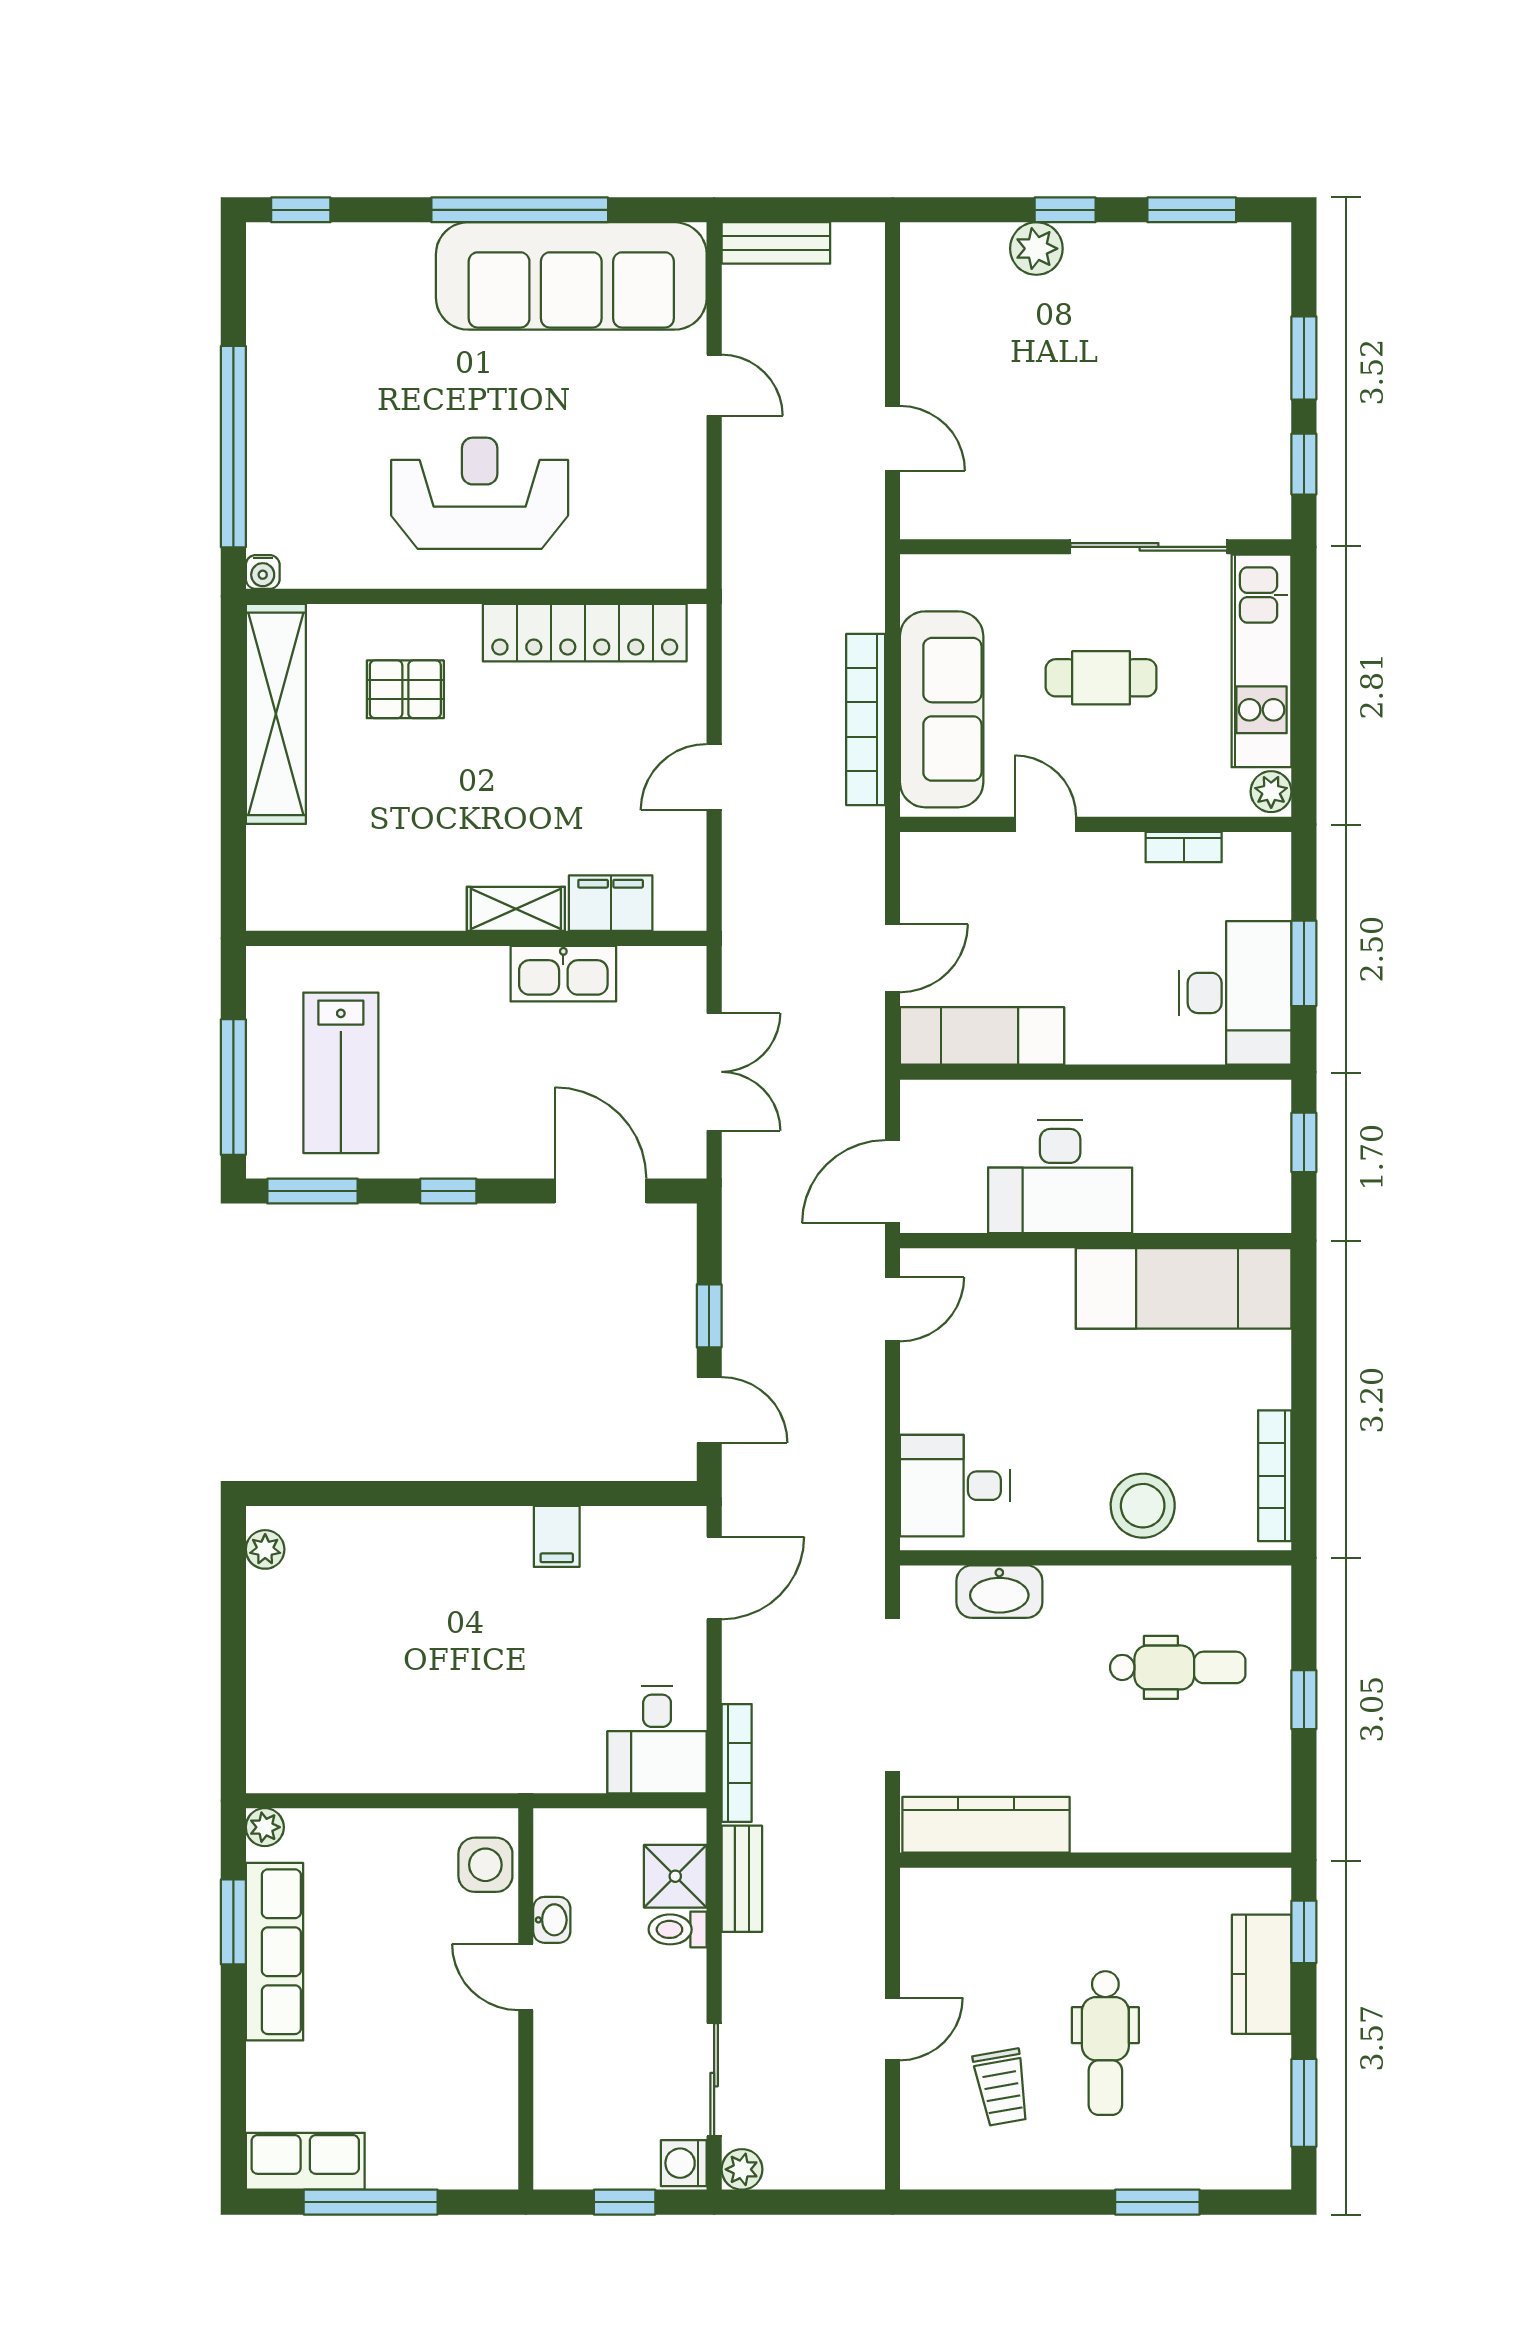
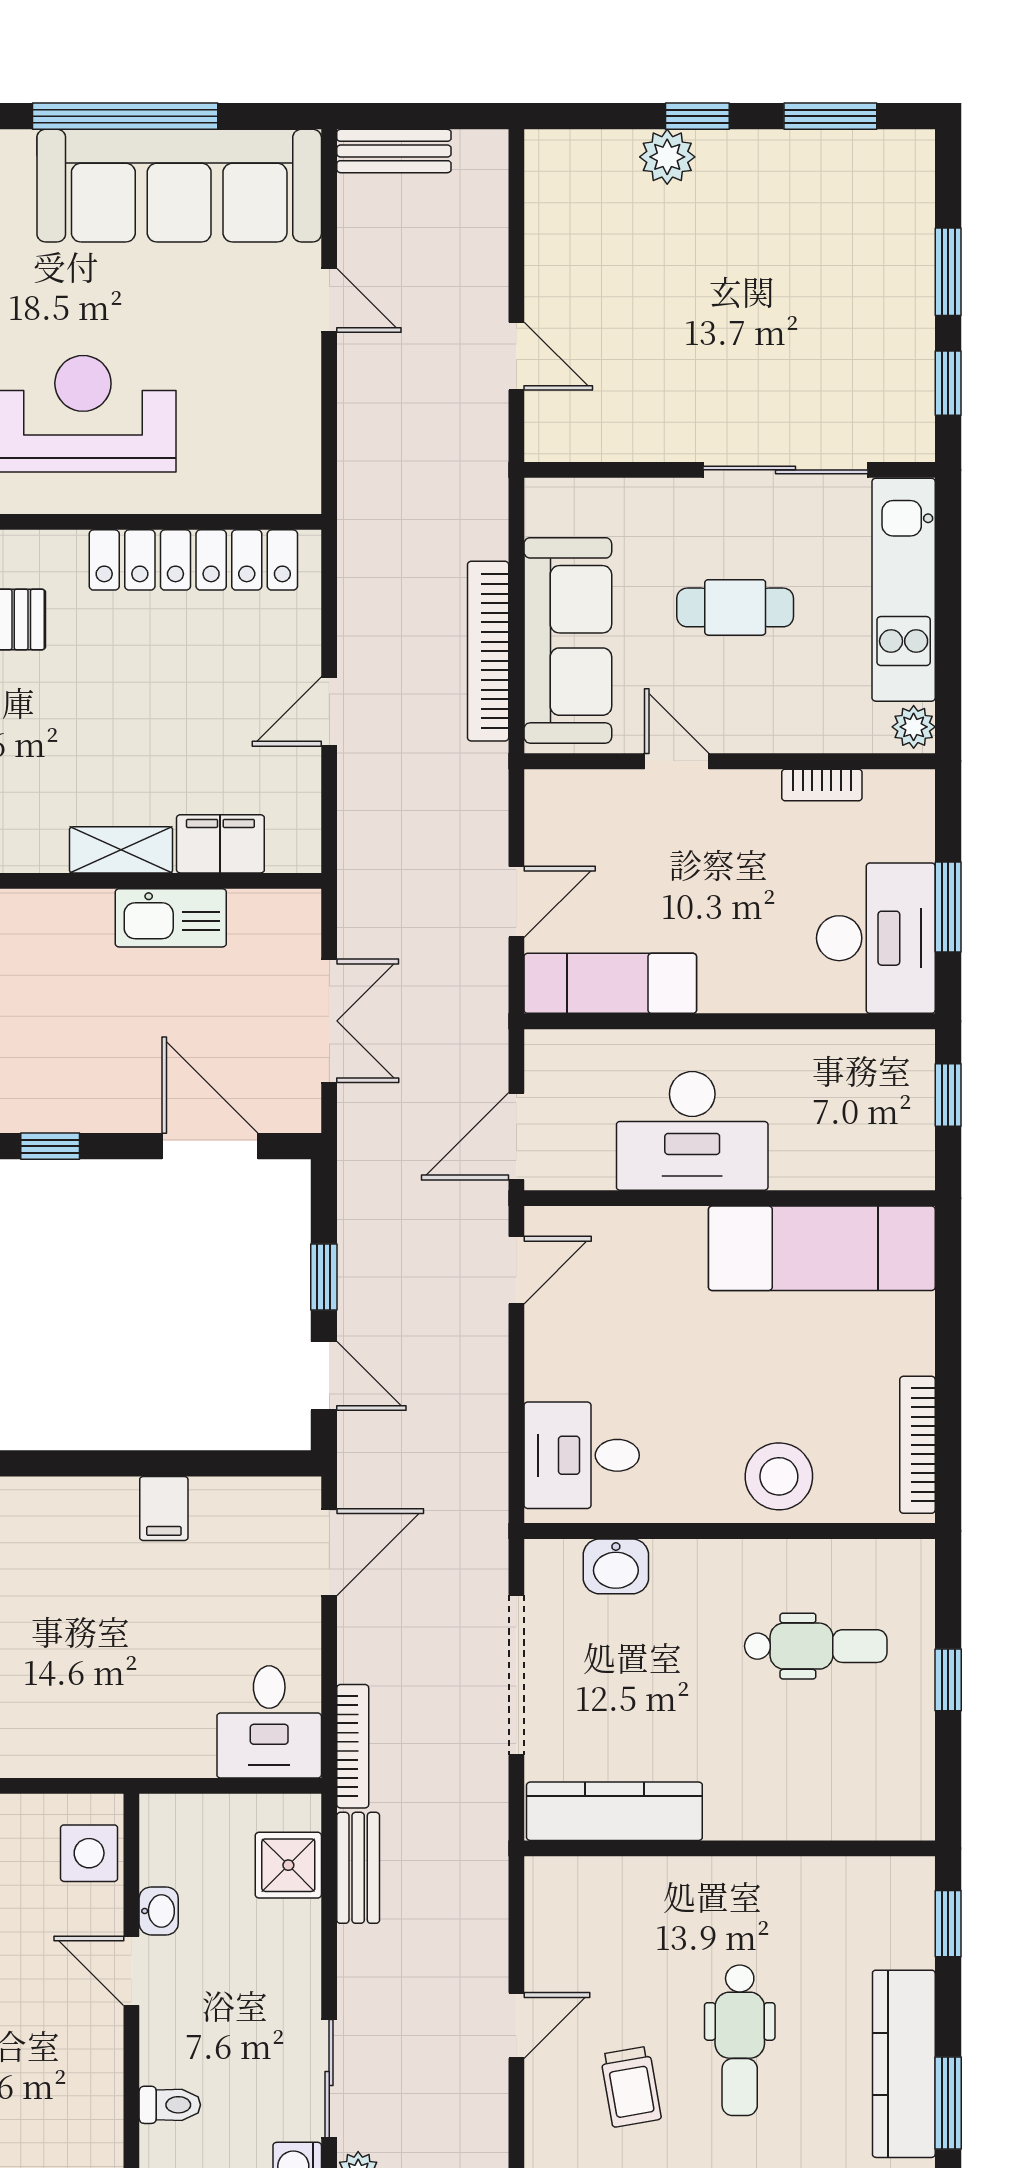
washbasin: (999, 1592) -> (616, 1566), width x0.72
toilet: (678, 1929) -> (170, 2105), moved, turned 180
kitchen counter: (1262, 1974) -> (904, 2064), moved, width x1.50

